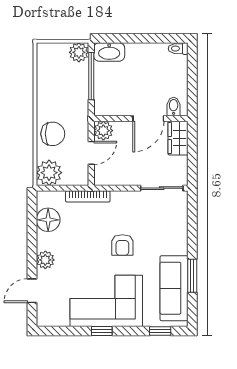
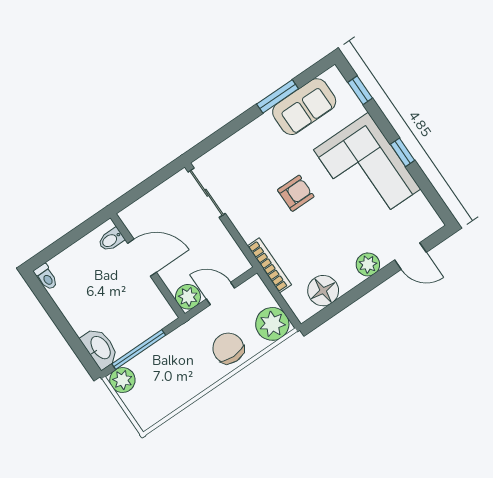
wardrobe: (178, 138) -> (141, 212), removed
sofa: (174, 288) -> (304, 107), width x0.73

